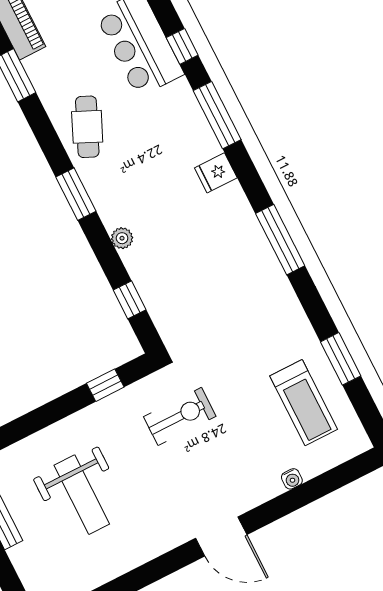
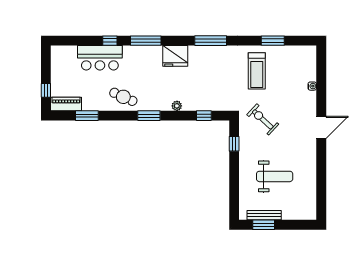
fridge: (216, 173) -> (175, 56), width x1.88, depth x1.34
treadmill: (304, 403) -> (257, 71), moved, turned 90
exercise bike: (180, 416) -> (263, 119), turned -47

